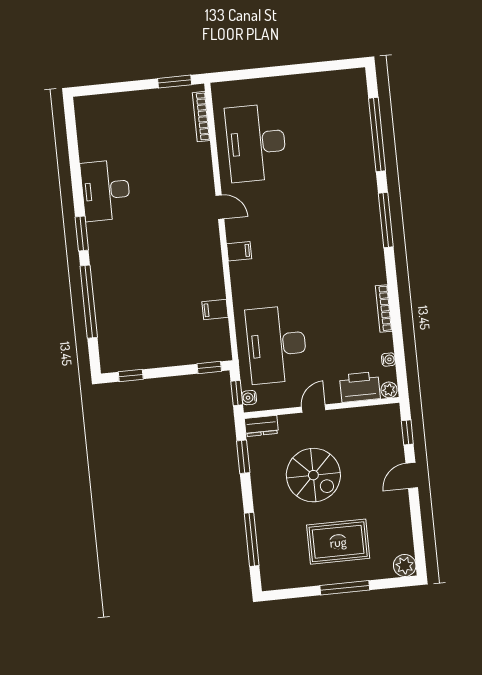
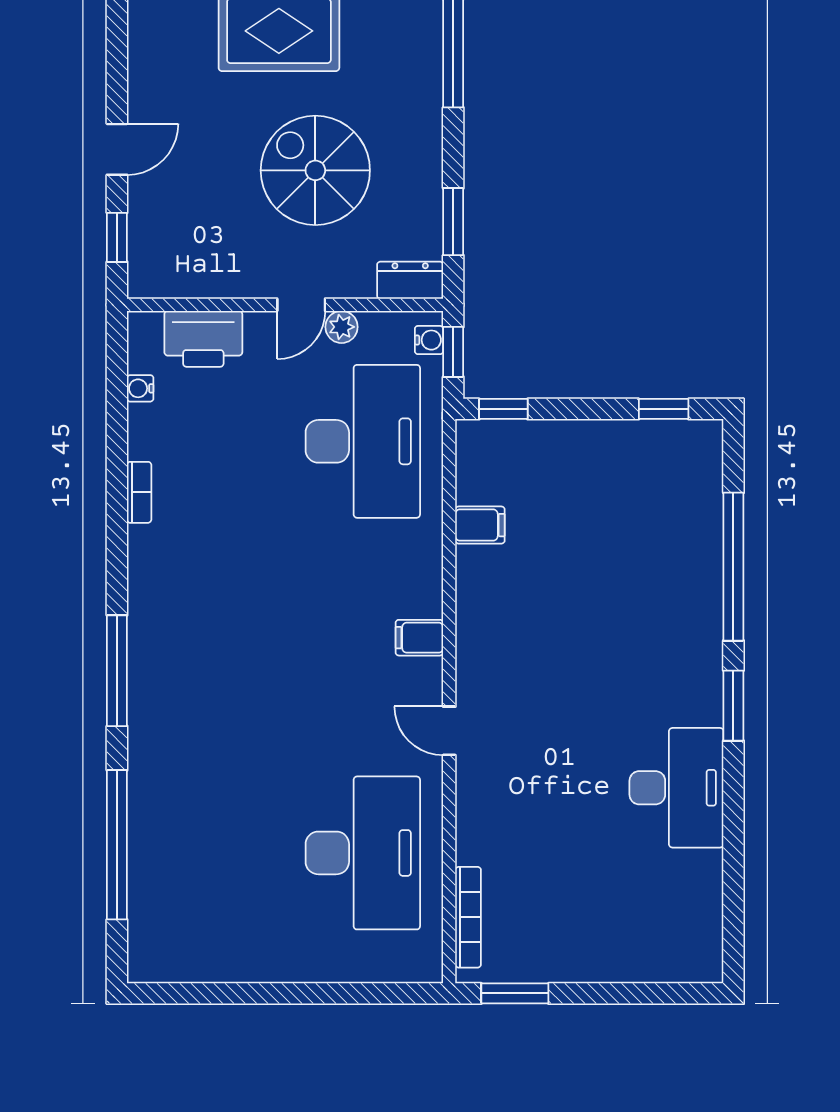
bookcase: (384, 308) -> (139, 492), width x0.64
plant: (389, 390) -> (342, 327), moved

